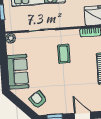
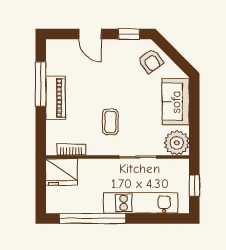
plant: (11, 38) -> (177, 143), width x1.88, depth x1.88

